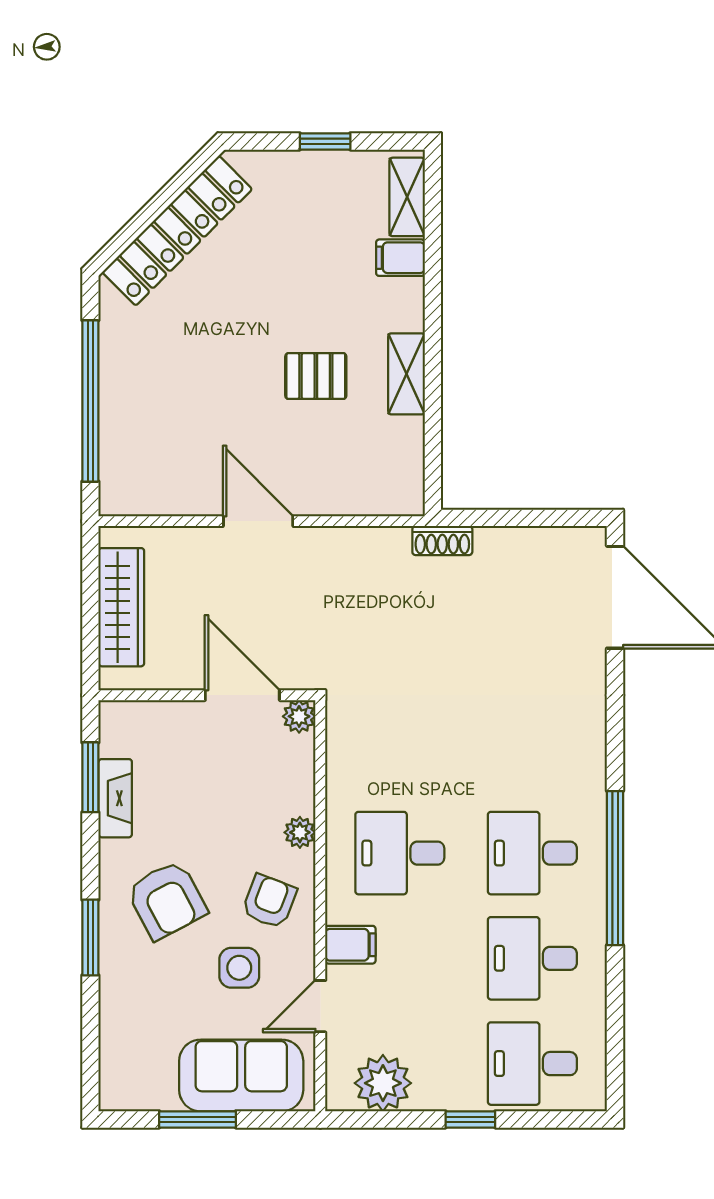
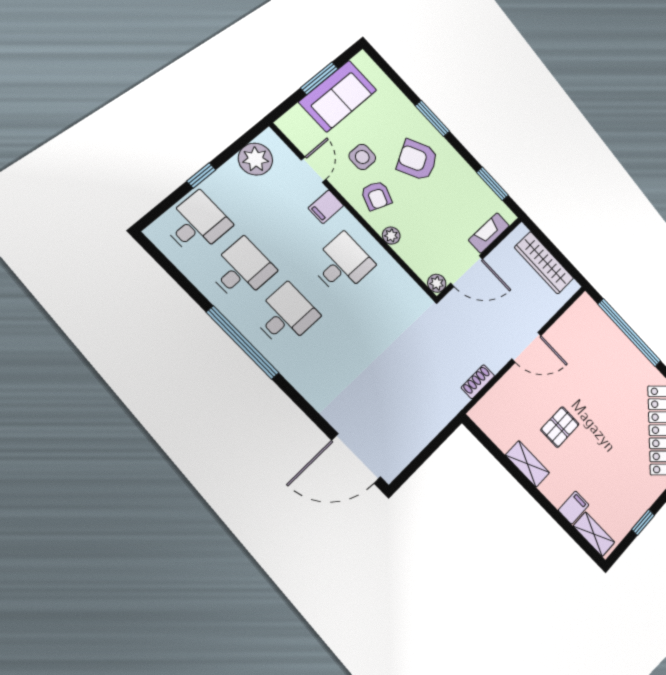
shoe rack: (442, 541) -> (478, 382), moved
fireplace: (115, 798) -> (489, 233), moved, turned 90
sofa: (241, 1075) -> (338, 96), moved

